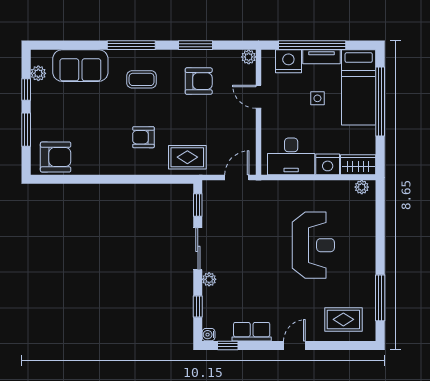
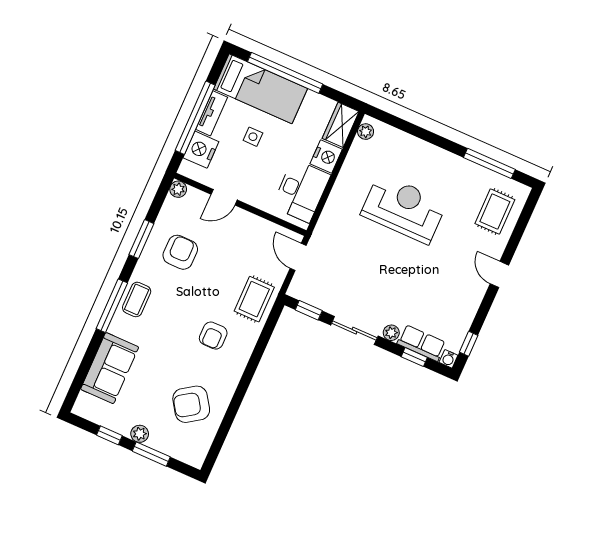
plant: (38, 73) -> (140, 434), moved
coffee table: (142, 79) -> (137, 299), moved
armchair: (56, 157) -> (191, 404), moved, turned -124
row of seats: (252, 332) -> (421, 343), moved, turned 90

